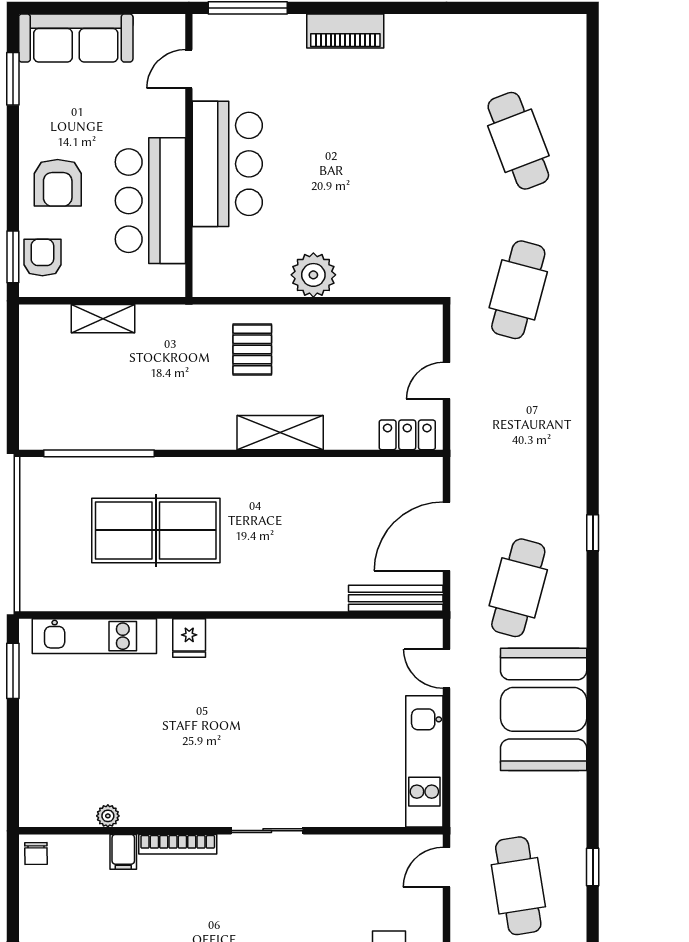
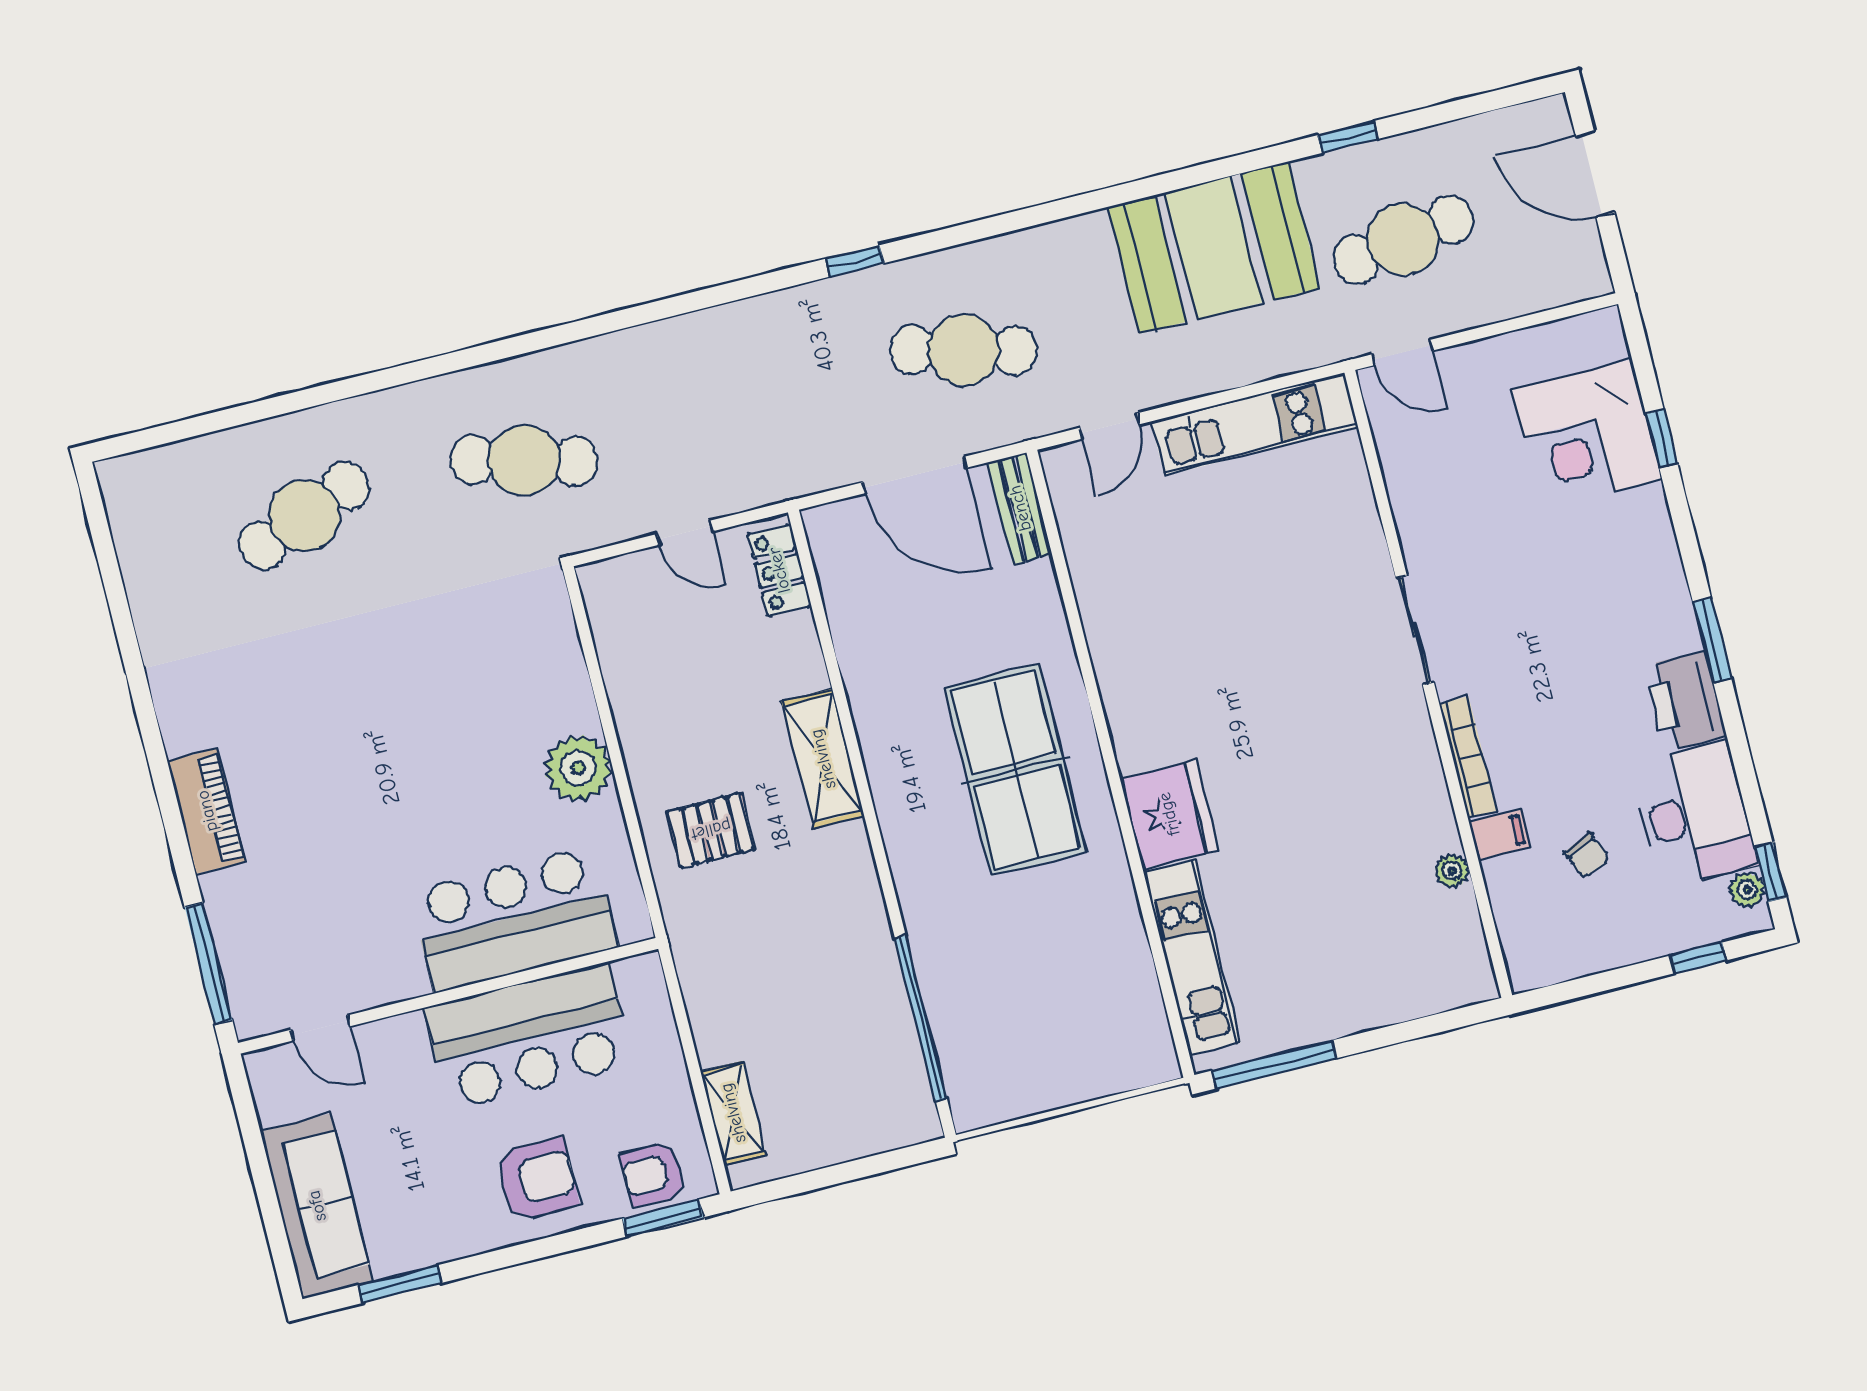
bar counter: (227, 164) -> (514, 919), moved
shelving: (103, 319) -> (733, 1113), moved
table tennis table: (156, 530) -> (1016, 770), moved
bench: (396, 598) -> (1020, 508), width x0.73
fridge: (189, 638) -> (1169, 814), width x1.88, depth x1.34
window: (13, 671) -> (1273, 1065), width x1.44
booth: (544, 709) -> (1214, 248), moved
chair: (36, 854) -> (1587, 855), moved, turned 67

